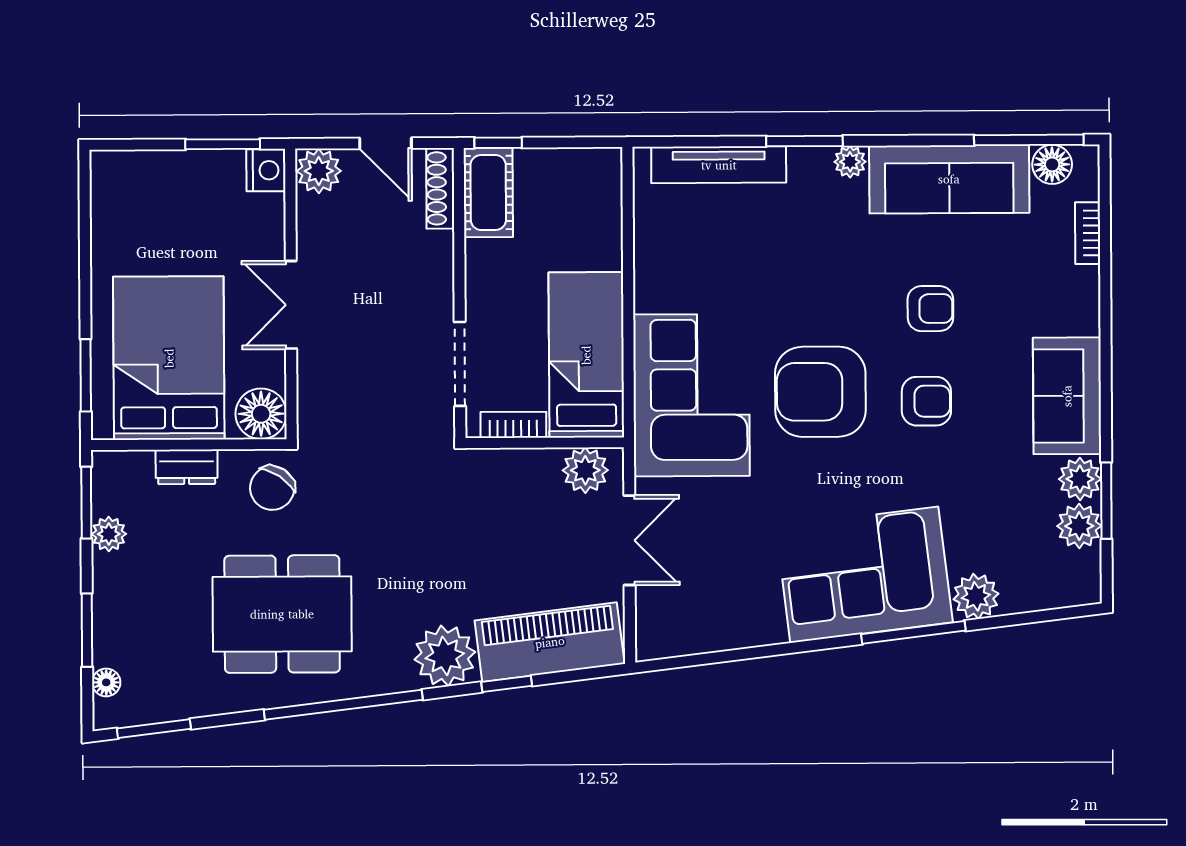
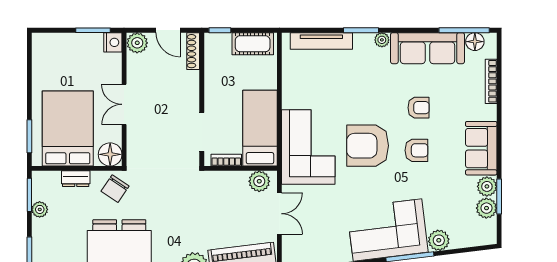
cot: (488, 192) -> (253, 44), moved, turned 90
bookcase: (1088, 233) -> (491, 81), width x1.56

